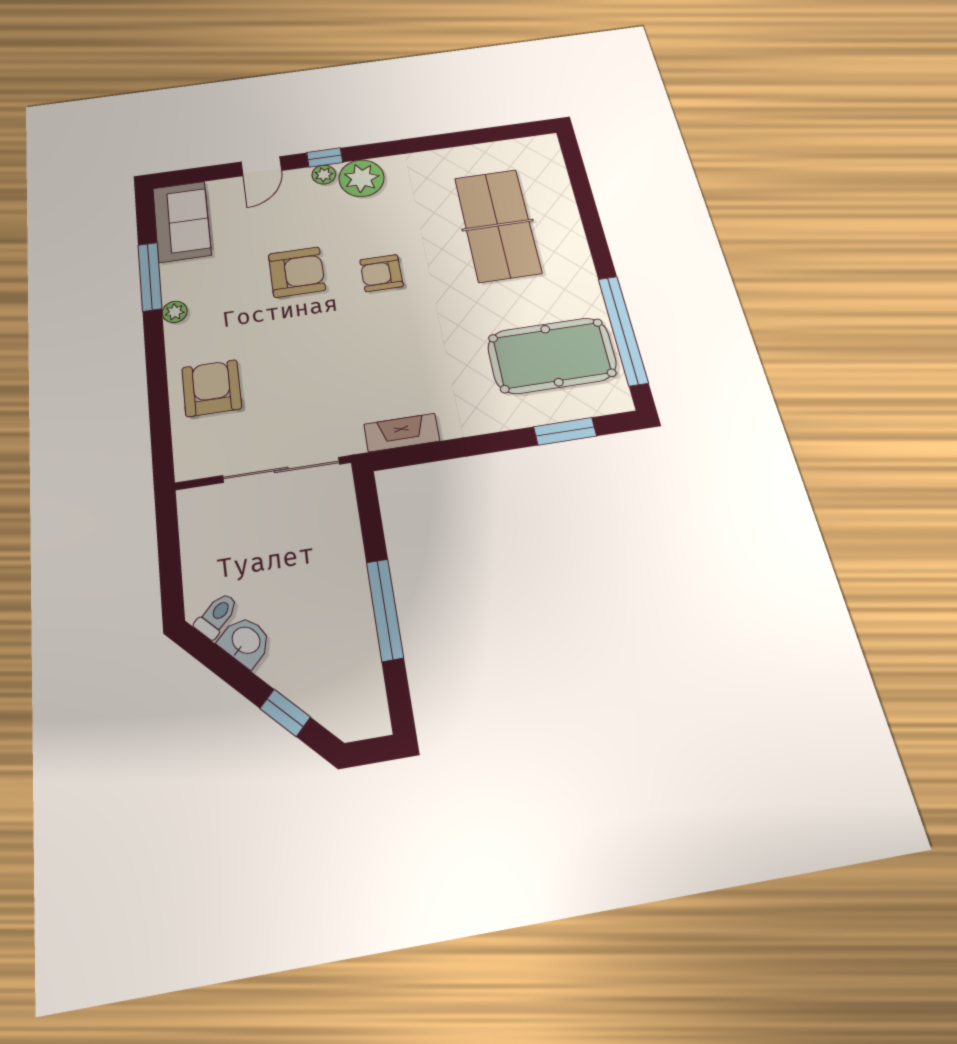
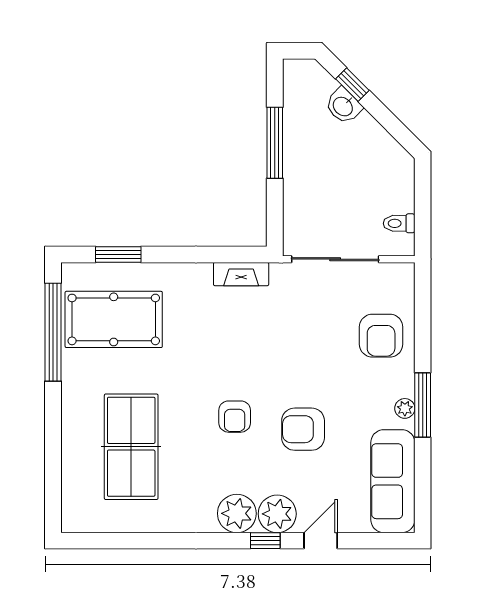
plant: (324, 175) -> (277, 514), width x1.88, depth x1.88
sofa: (182, 221) -> (393, 481), width x1.36
armchair: (381, 273) -> (235, 417), turned 90
window: (150, 277) -> (423, 405), moved
toilet: (217, 616) -> (399, 223), moved, turned 45
washbasin: (245, 641) -> (343, 106), moved

